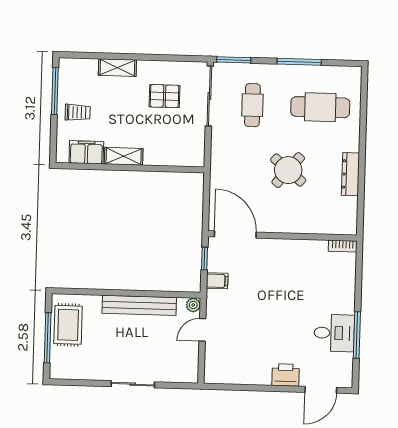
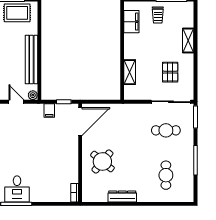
cafe table: (320, 107) -> (166, 175), width x0.73, depth x0.74
shelving: (124, 156) -> (130, 72), moved
round table: (288, 170) -> (102, 161), moved

